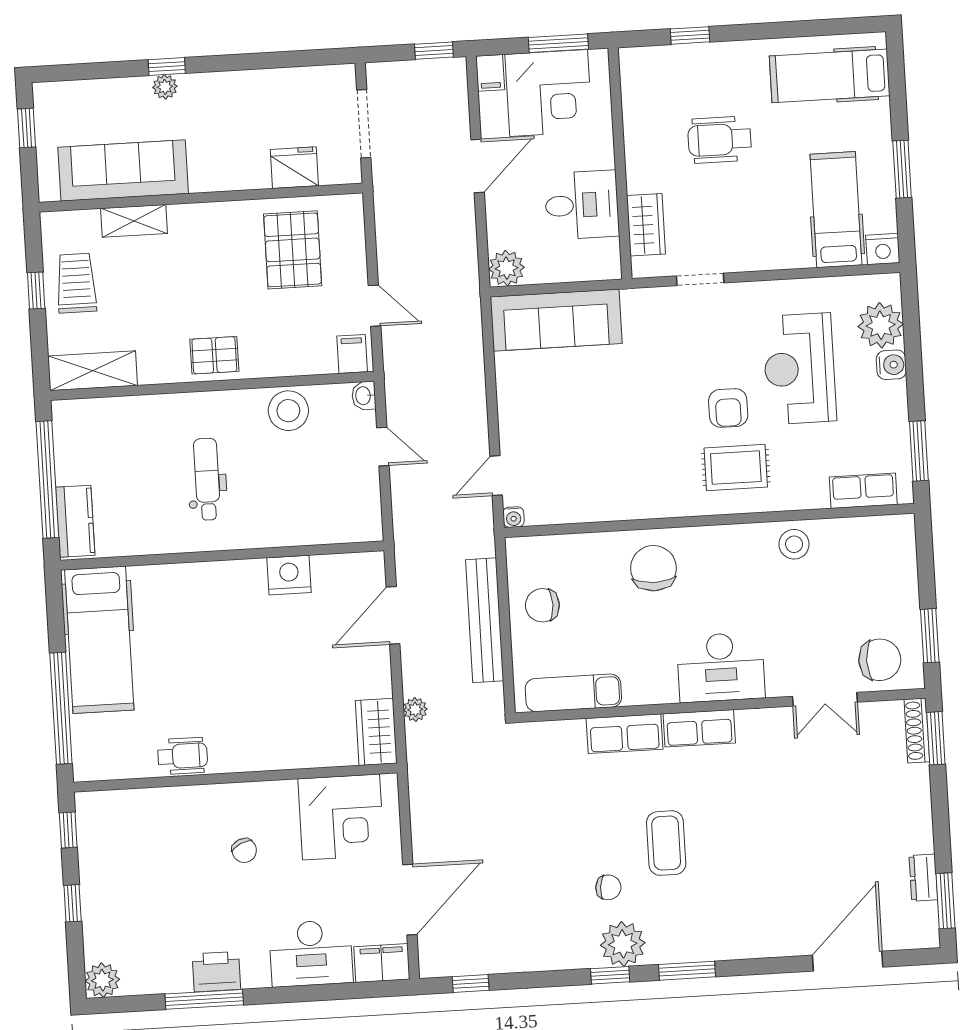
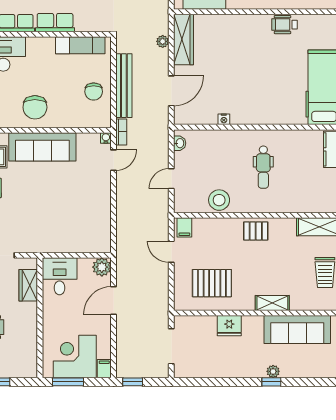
door: (478, 166) -> (114, 301), moved
fridge: (294, 168) -> (229, 326), moved
desk: (582, 205) -> (60, 276), moved, turned 90
shelving: (134, 221) -> (272, 303), moved
pallet: (293, 250) -> (212, 283), turned 90
sofa: (556, 320) -> (42, 147), moved, turned 180
washbasin: (364, 396) -> (180, 143), moved
door: (383, 447) -> (171, 179), hinge flipped
bookcase: (485, 531) -> (121, 132), added
nightstand: (289, 575) -> (224, 119), width x0.53, depth x0.56
chair: (542, 605) -> (94, 92), turned 90
wardrobe: (376, 732) -> (184, 40), width x1.50

